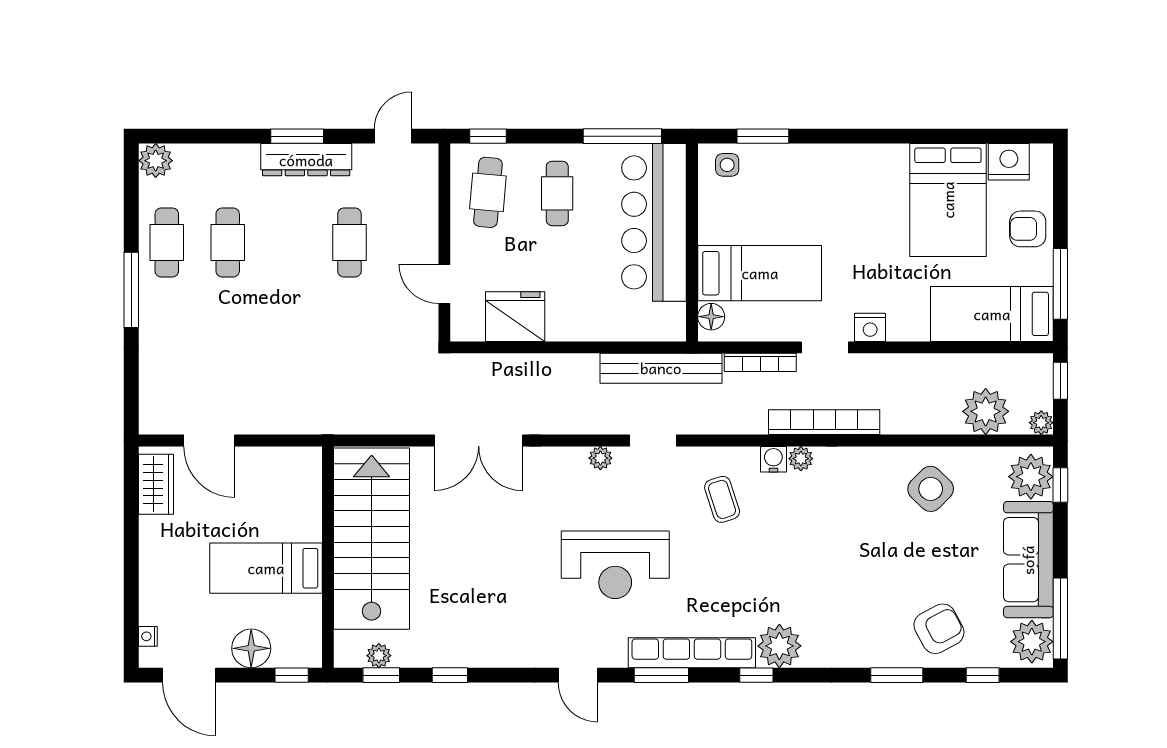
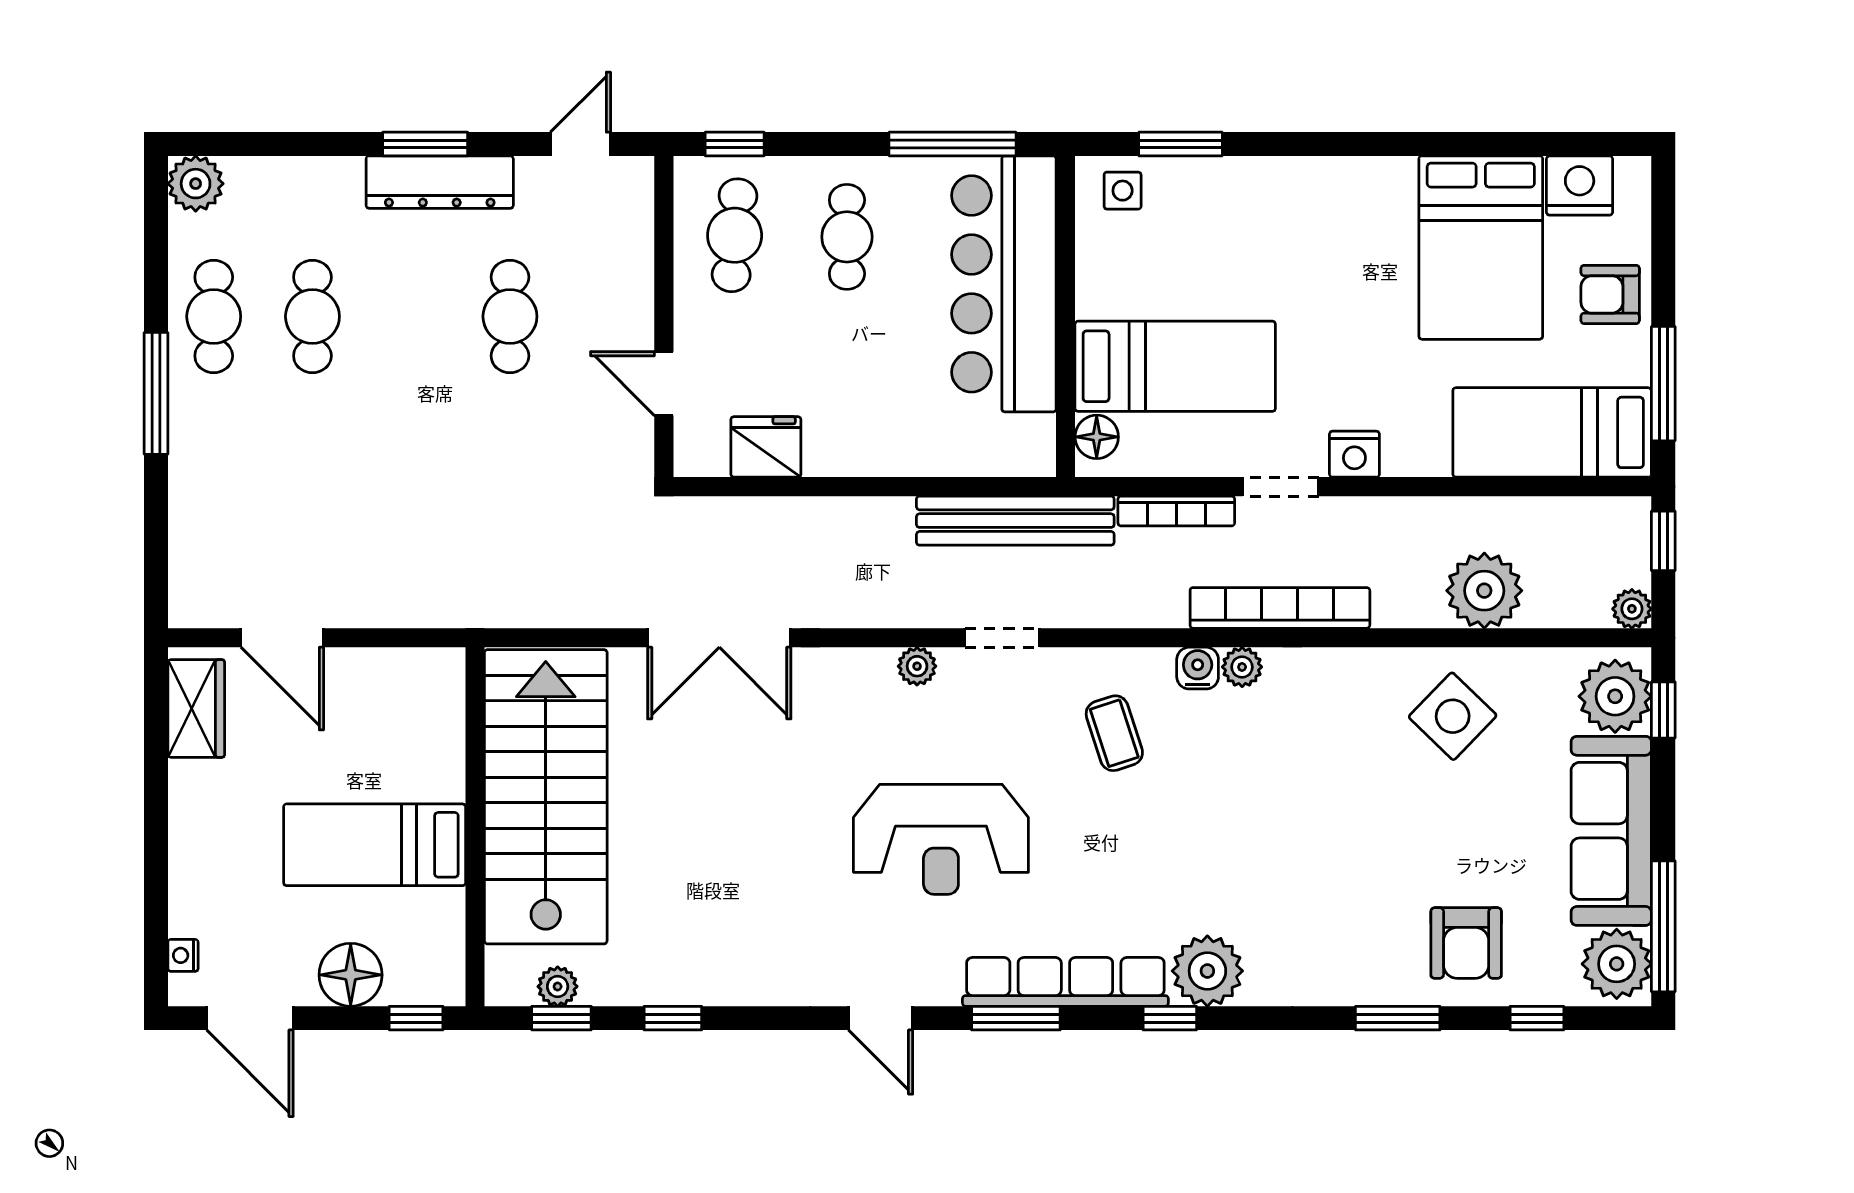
fridge: (515, 317) -> (766, 447), width x0.73, depth x0.75
plant: (986, 411) -> (1484, 591), moved
armchair: (939, 629) -> (1466, 943), turned 118

